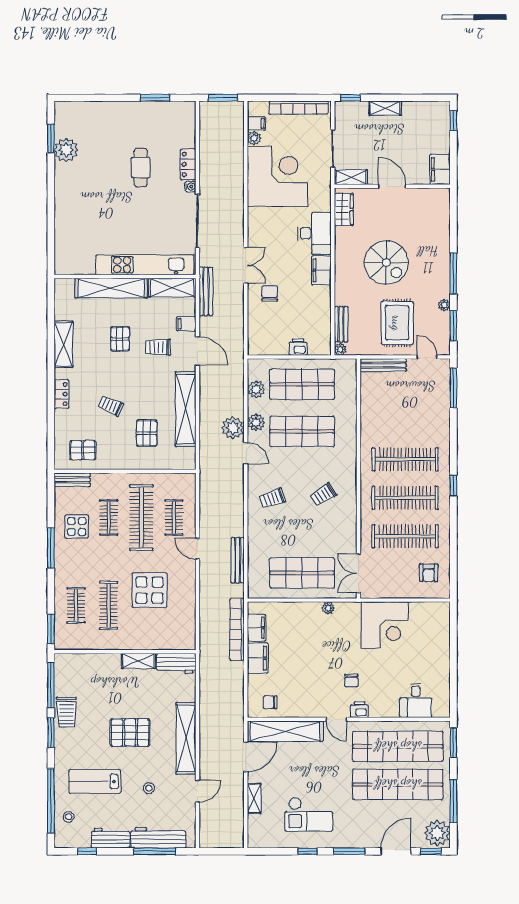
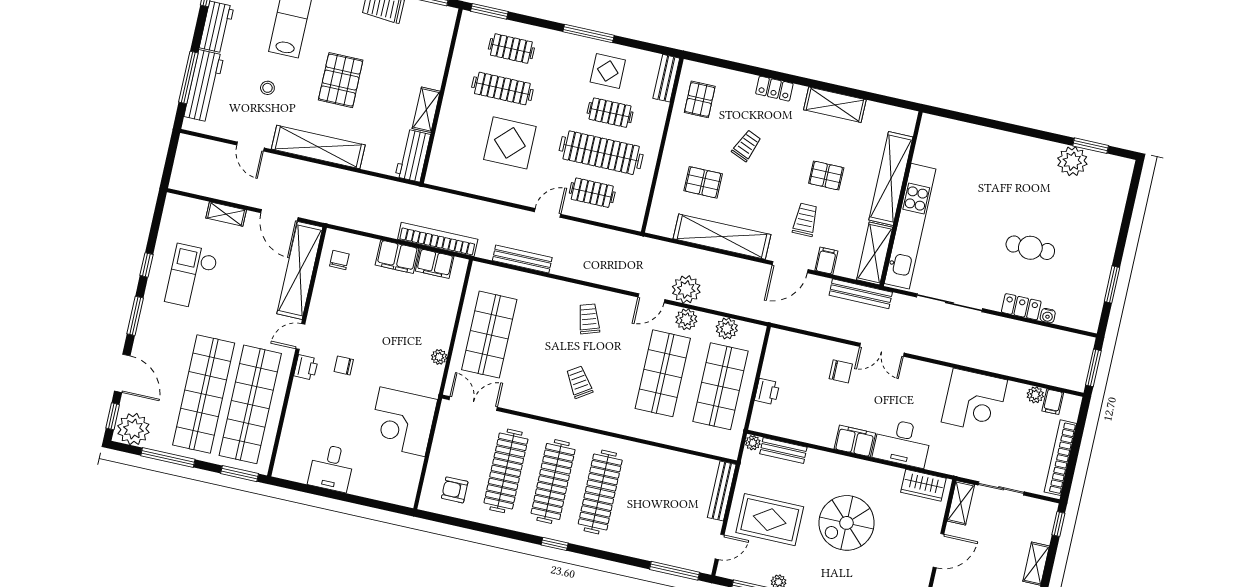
corner desk: (277, 176) -> (974, 401), width x0.74, depth x0.74
water cooler: (190, 187) -> (1048, 316), moved
desk: (416, 701) -> (331, 468), moved, turned -90

